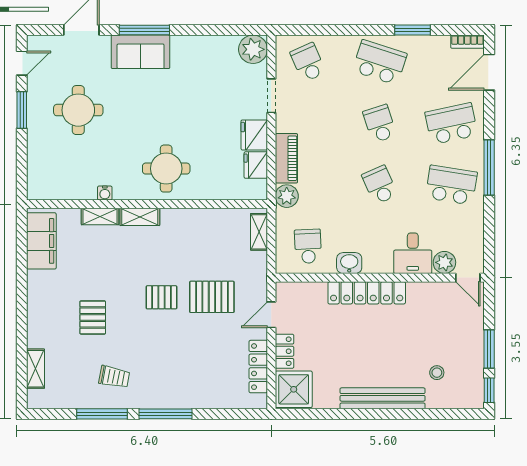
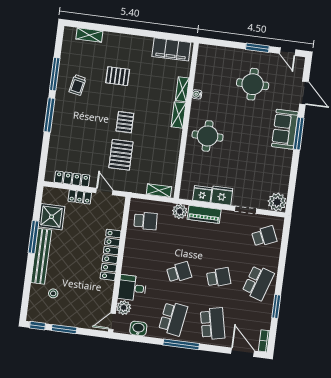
washbasin: (349, 263) -> (138, 329), moved, turned -90
shower: (294, 389) -> (51, 217), moved
window: (355, 414) -> (34, 237), added

